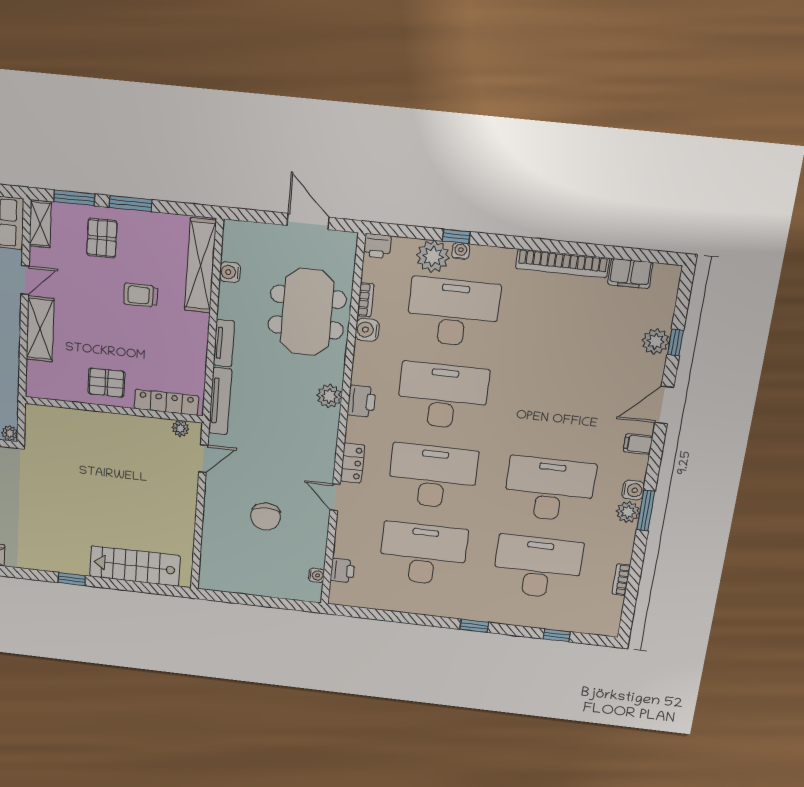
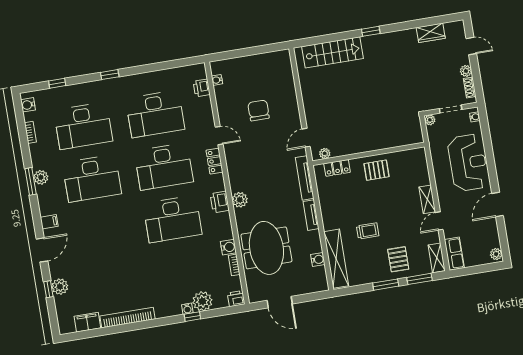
desk: (453, 312) -> (181, 272), removed
shelving: (40, 329) -> (427, 199), width x0.67, depth x0.75
locker: (166, 402) -> (337, 168), width x0.66
water cooler: (633, 490) -> (28, 105), moved

